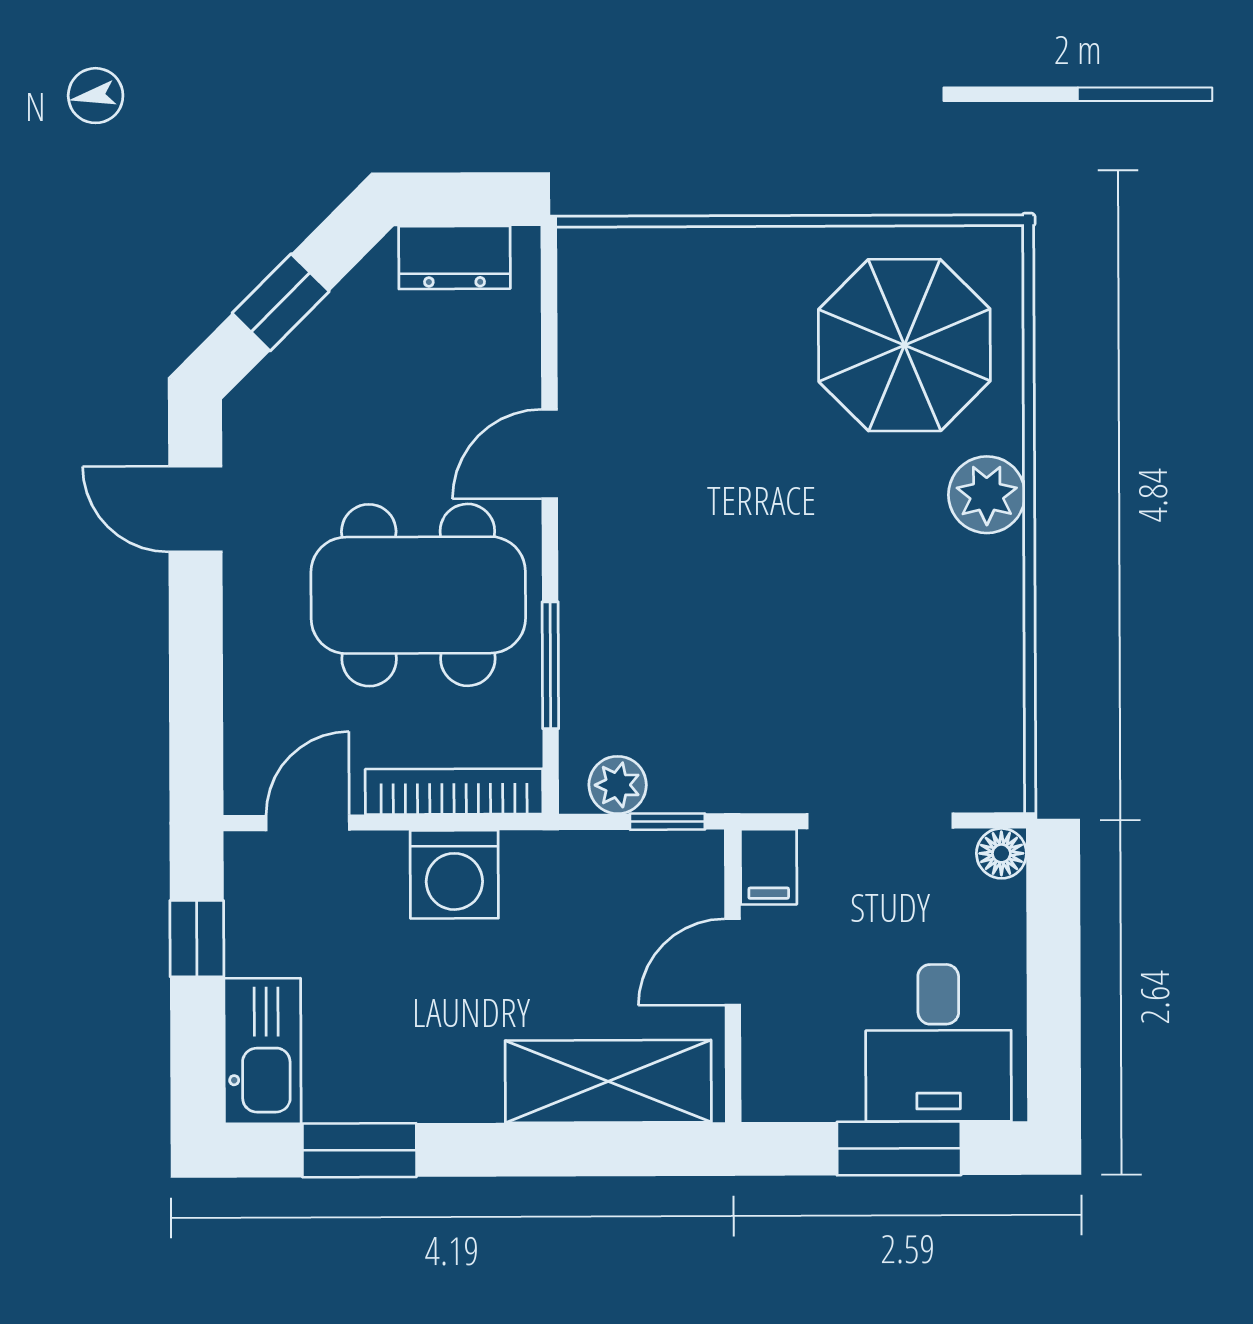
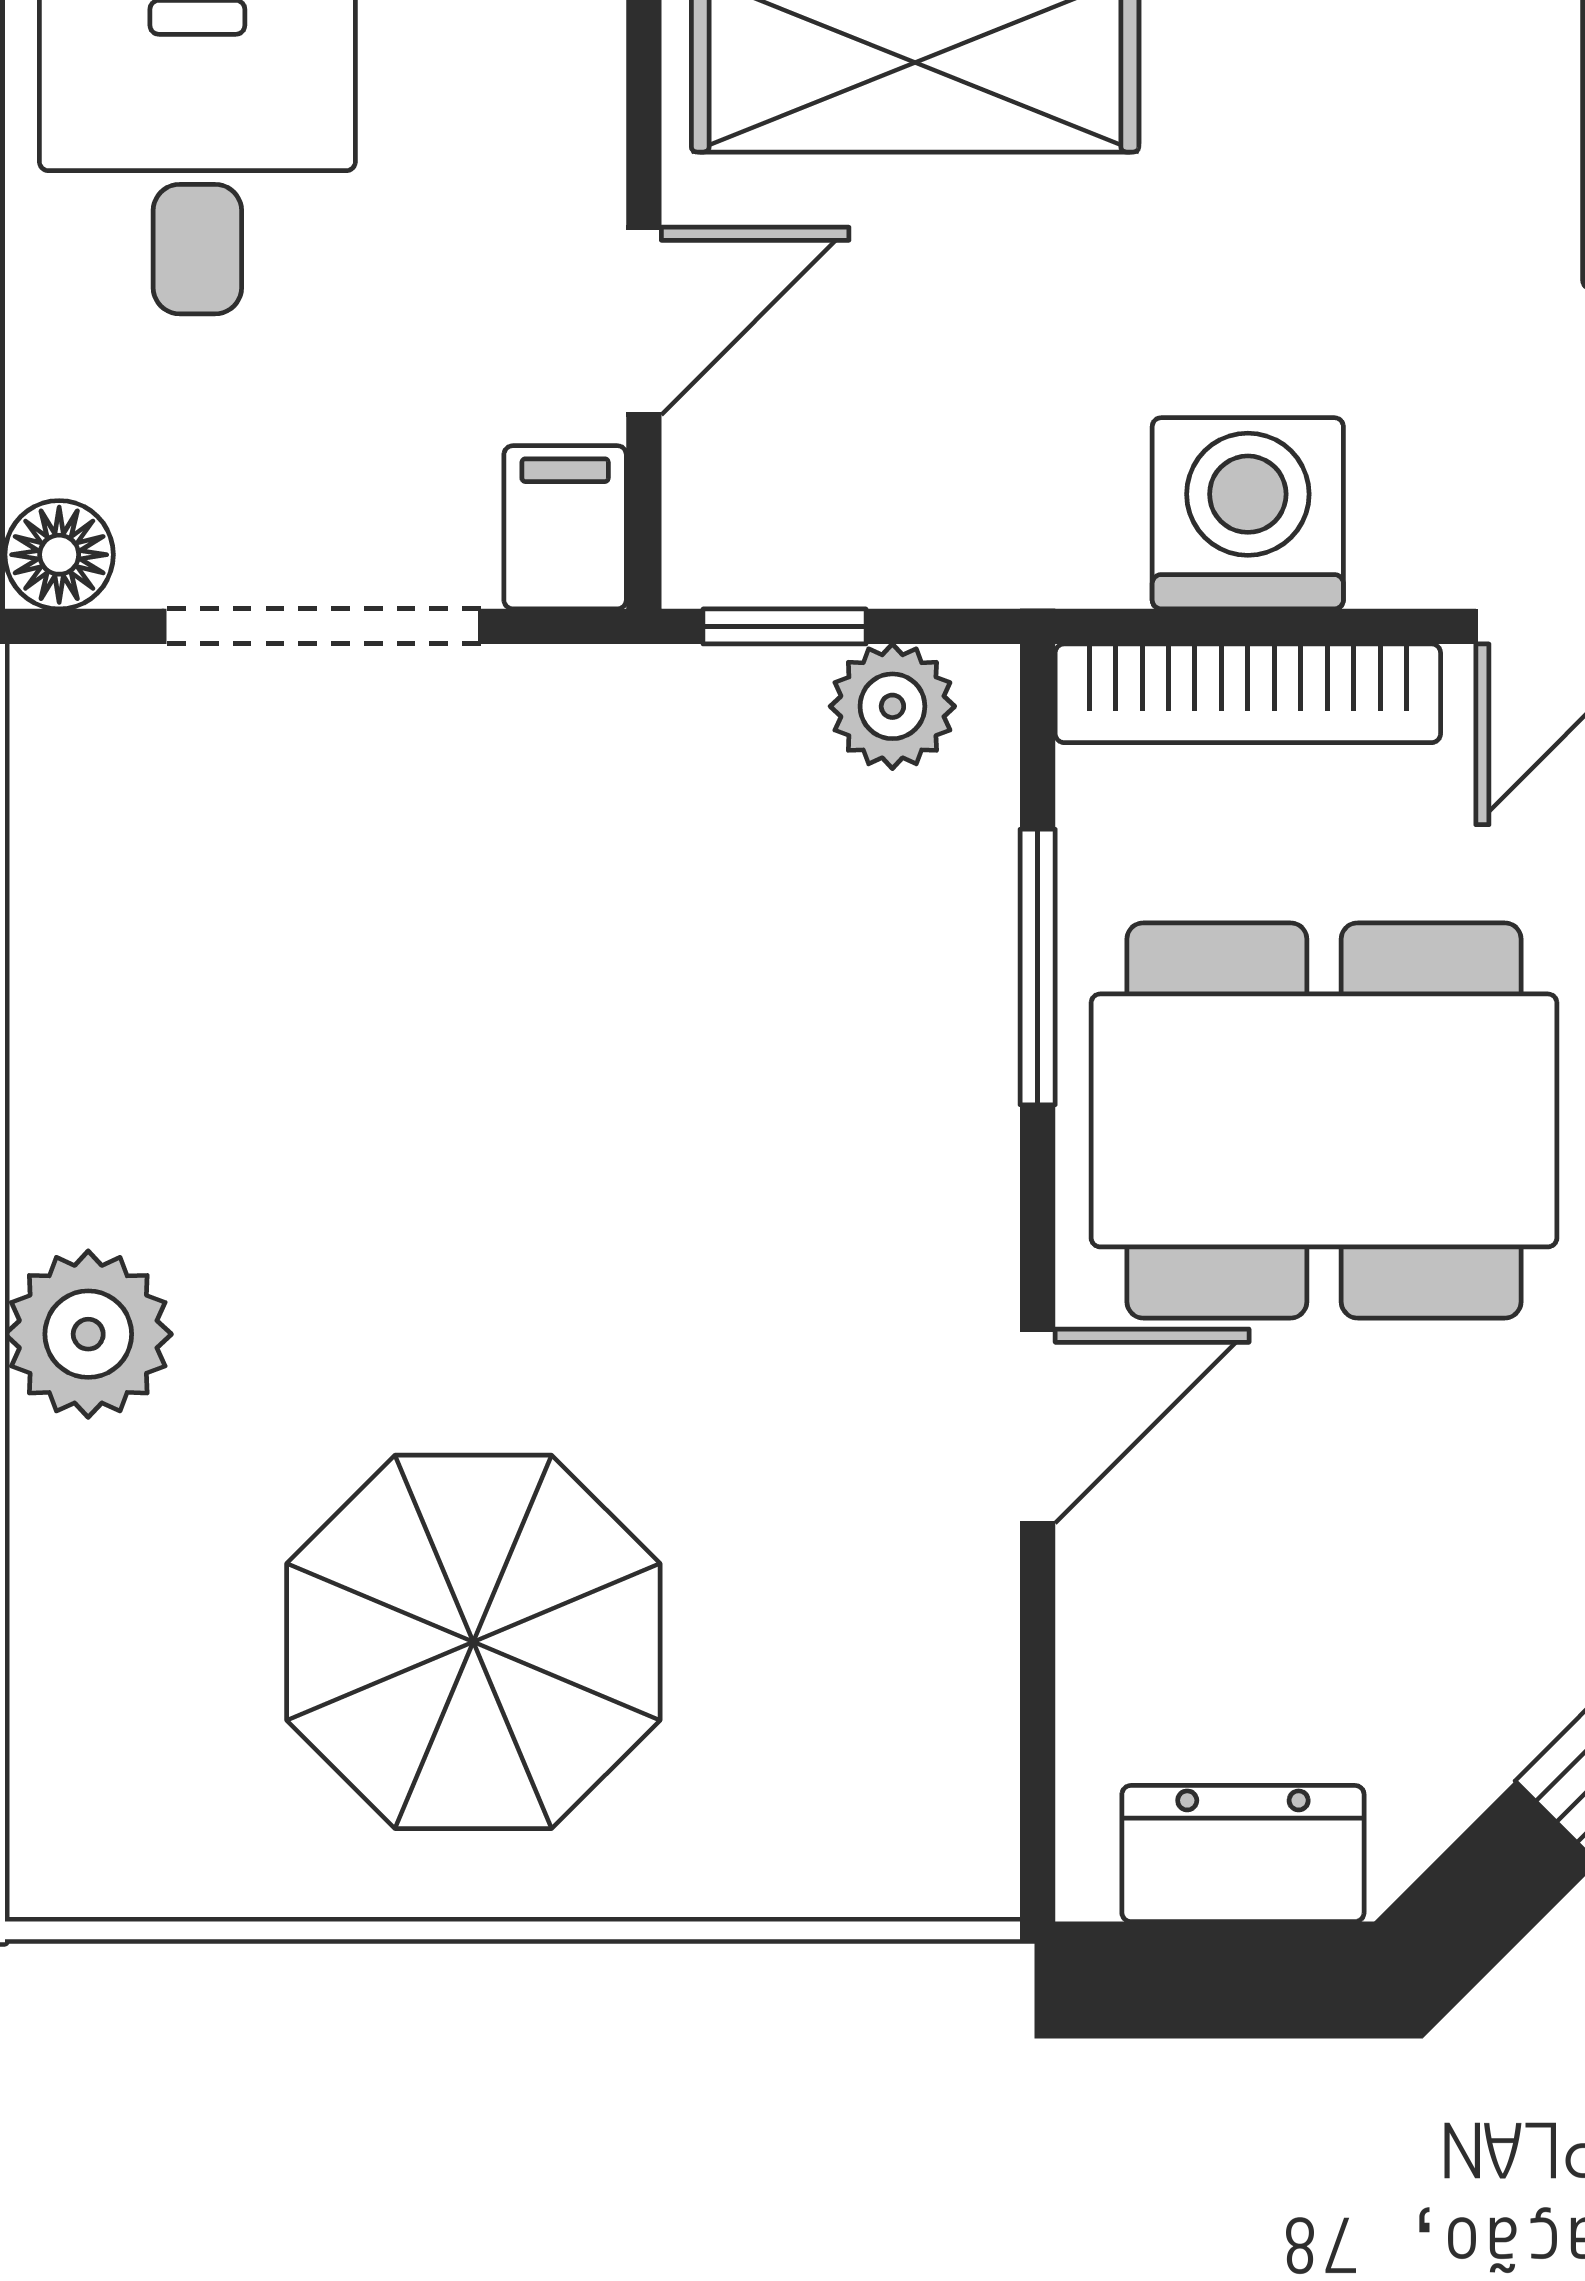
parasol: (904, 345) -> (473, 1642), moved

